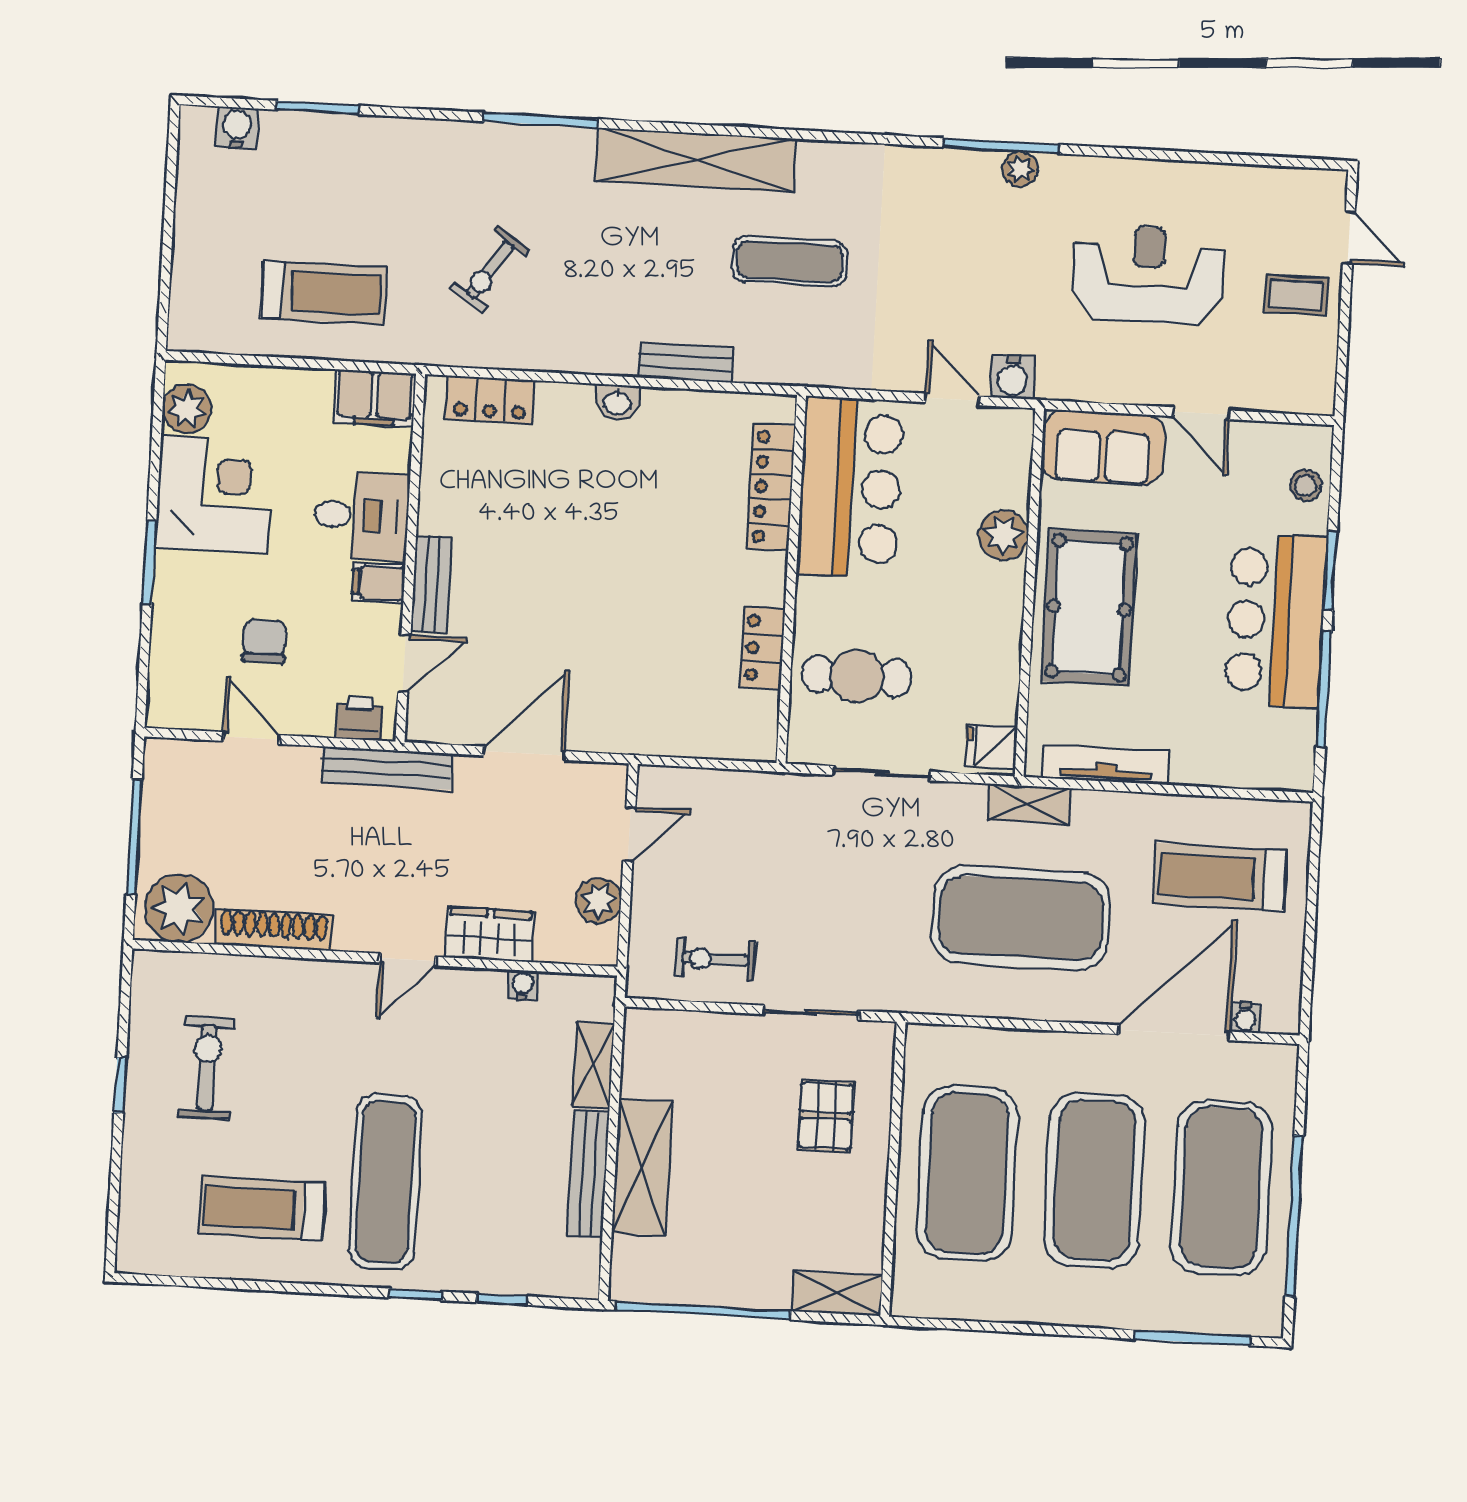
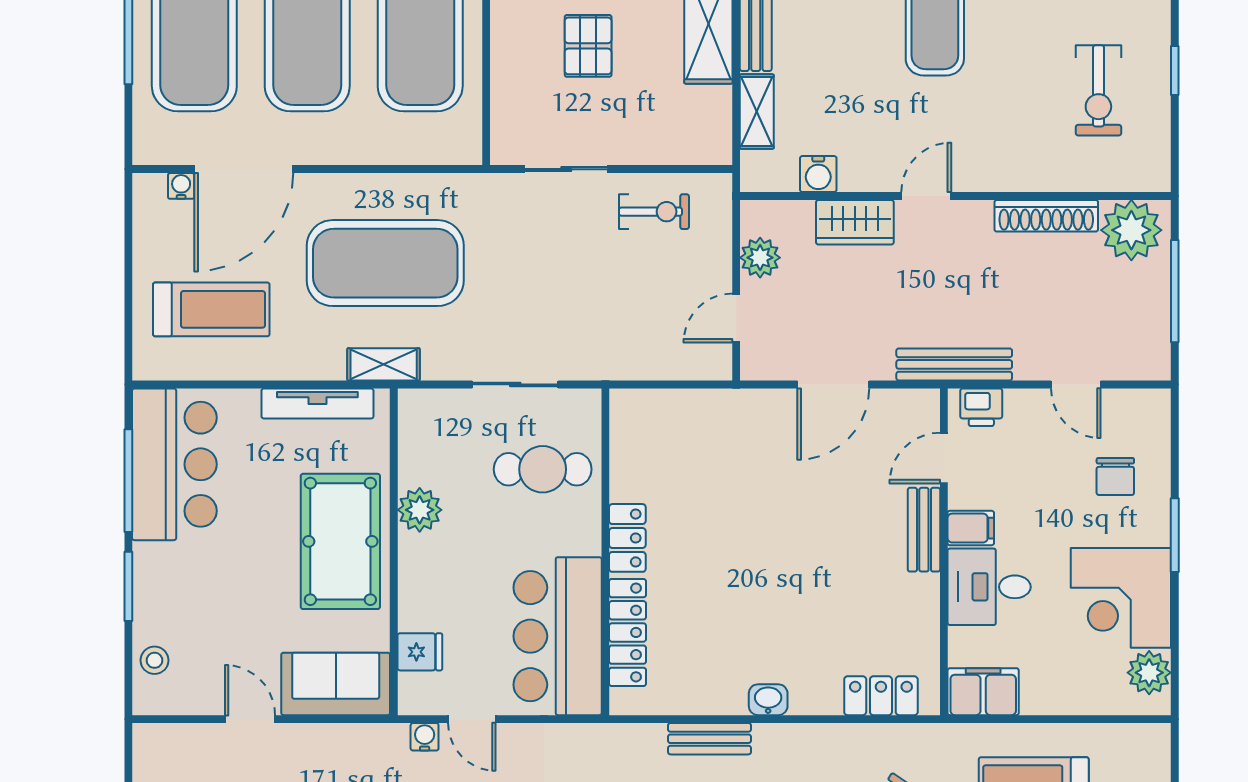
water cooler: (1013, 377) -> (425, 737), width x0.72, depth x0.72
plant: (1003, 535) -> (420, 510), moved
bar counter: (1275, 621) -> (174, 464), moved
chair: (264, 642) -> (1115, 476), moved
locker: (763, 648) -> (627, 538), moved
fridge: (991, 746) -> (420, 652), moved
water cooler: (523, 985) -> (818, 174), width x1.38, depth x1.38
pallet: (826, 1116) -> (588, 46), moved

